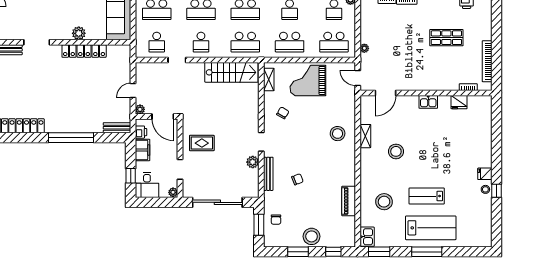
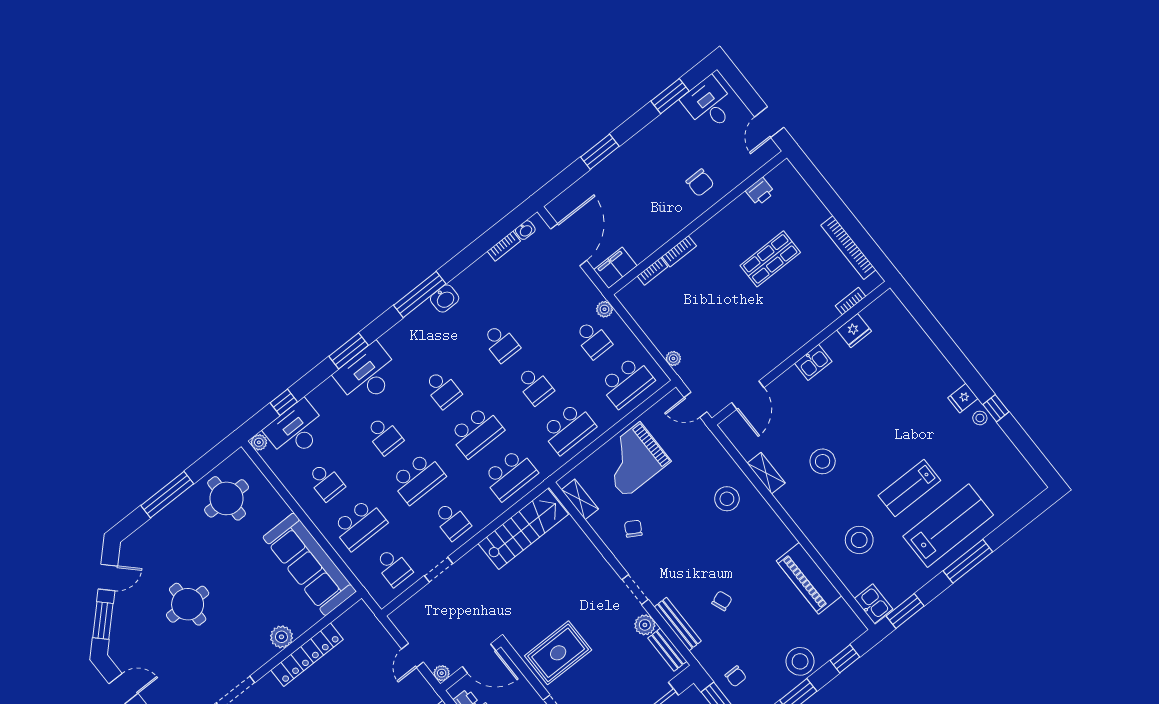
rug: (202, 143) -> (558, 653), width x1.36, depth x1.43
bench: (254, 182) -> (667, 650), added
piano: (349, 201) -> (809, 578), width x1.37, depth x1.33

